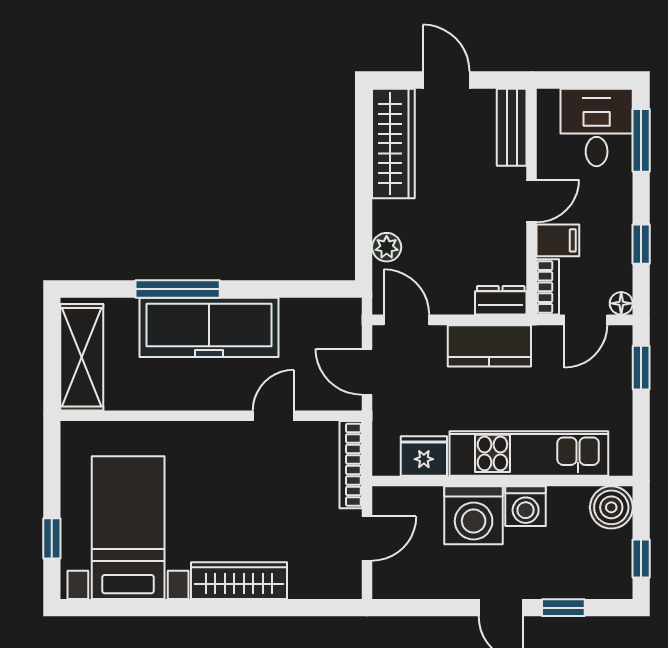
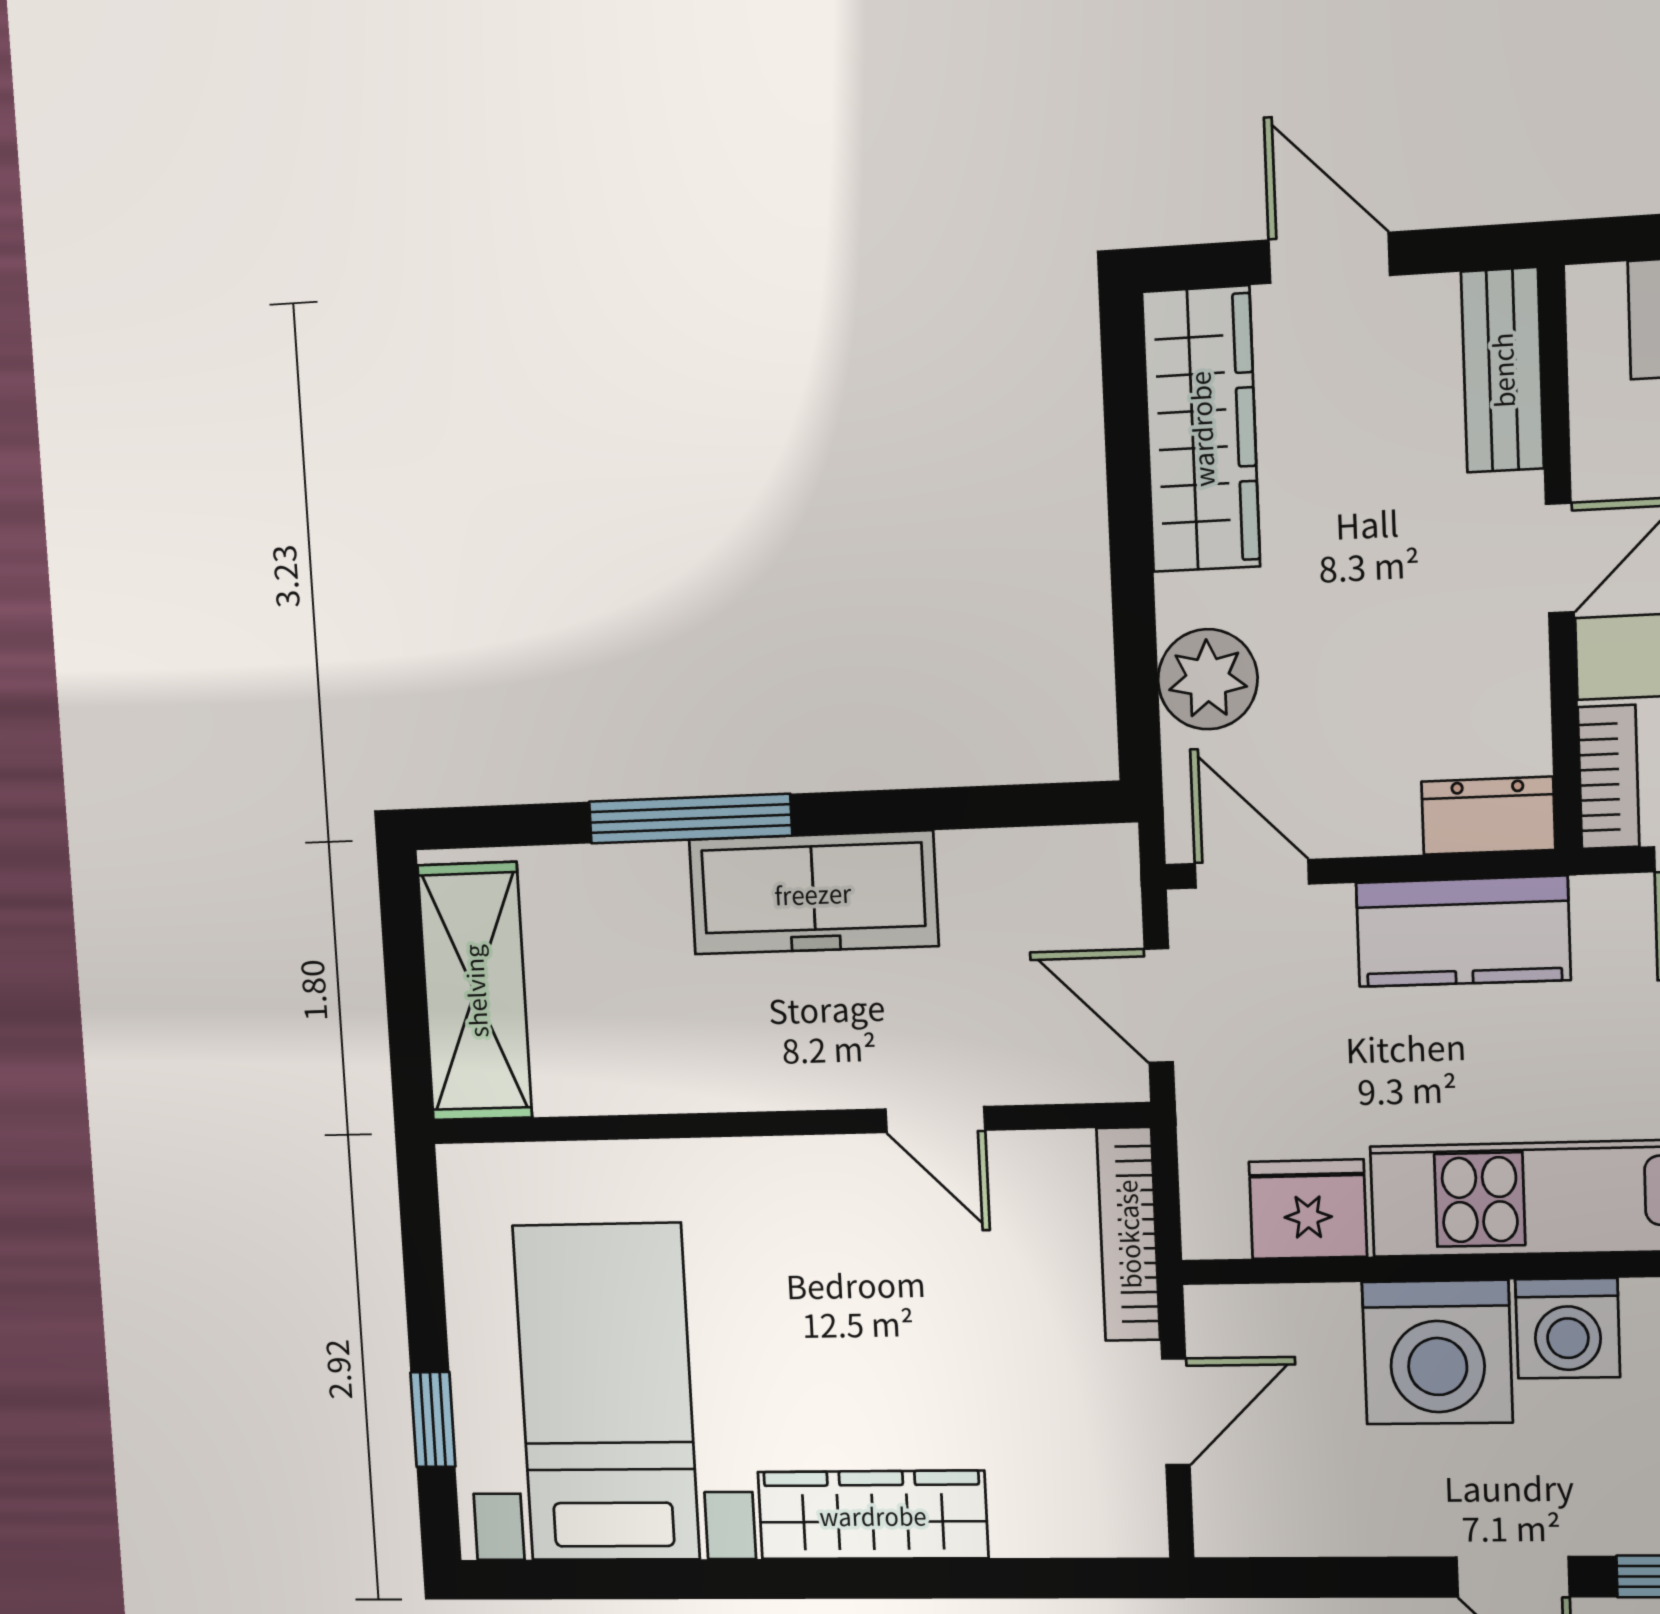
plant: (387, 247) -> (1208, 679), width x1.38, depth x1.38
freezer: (209, 327) -> (813, 893), width x0.73, depth x0.79
door: (273, 416) -> (935, 1120), swing flipped

